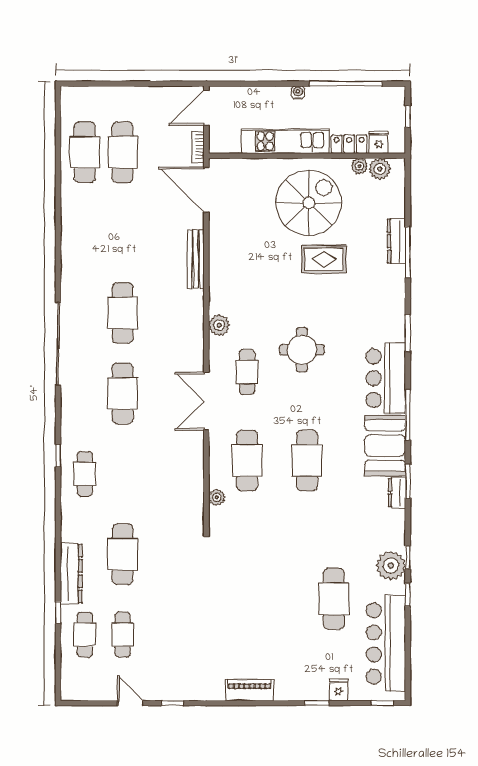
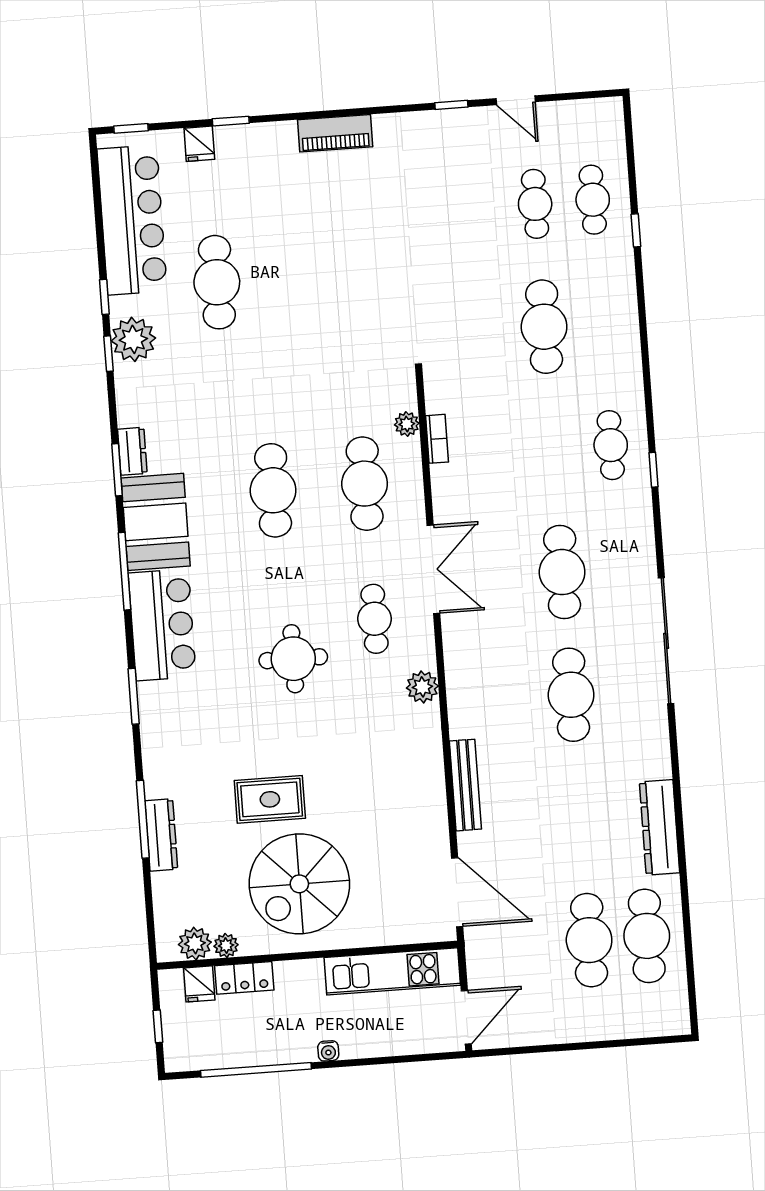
kitchen unit: (285, 141) -> (392, 971), moved
bookcase: (198, 147) -> (437, 439), moved
dresser: (71, 574) -> (660, 827), moved

